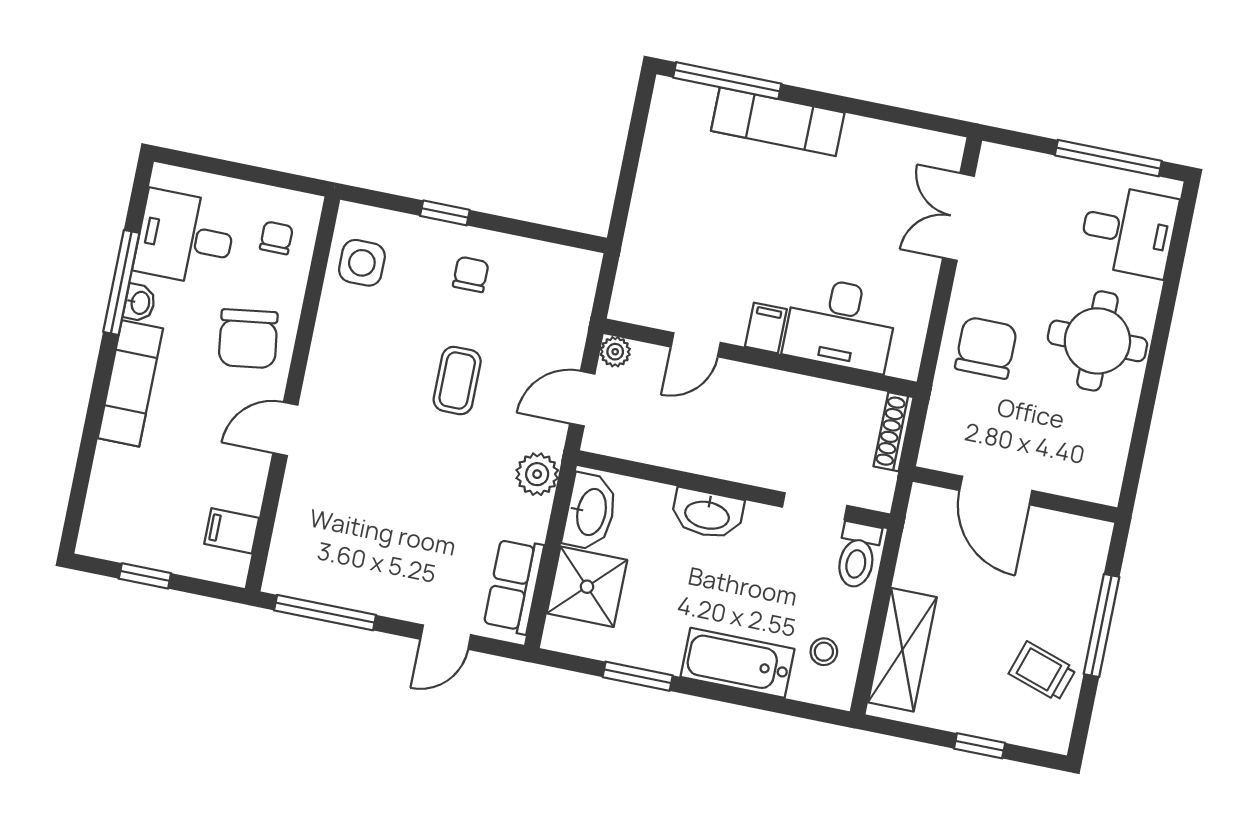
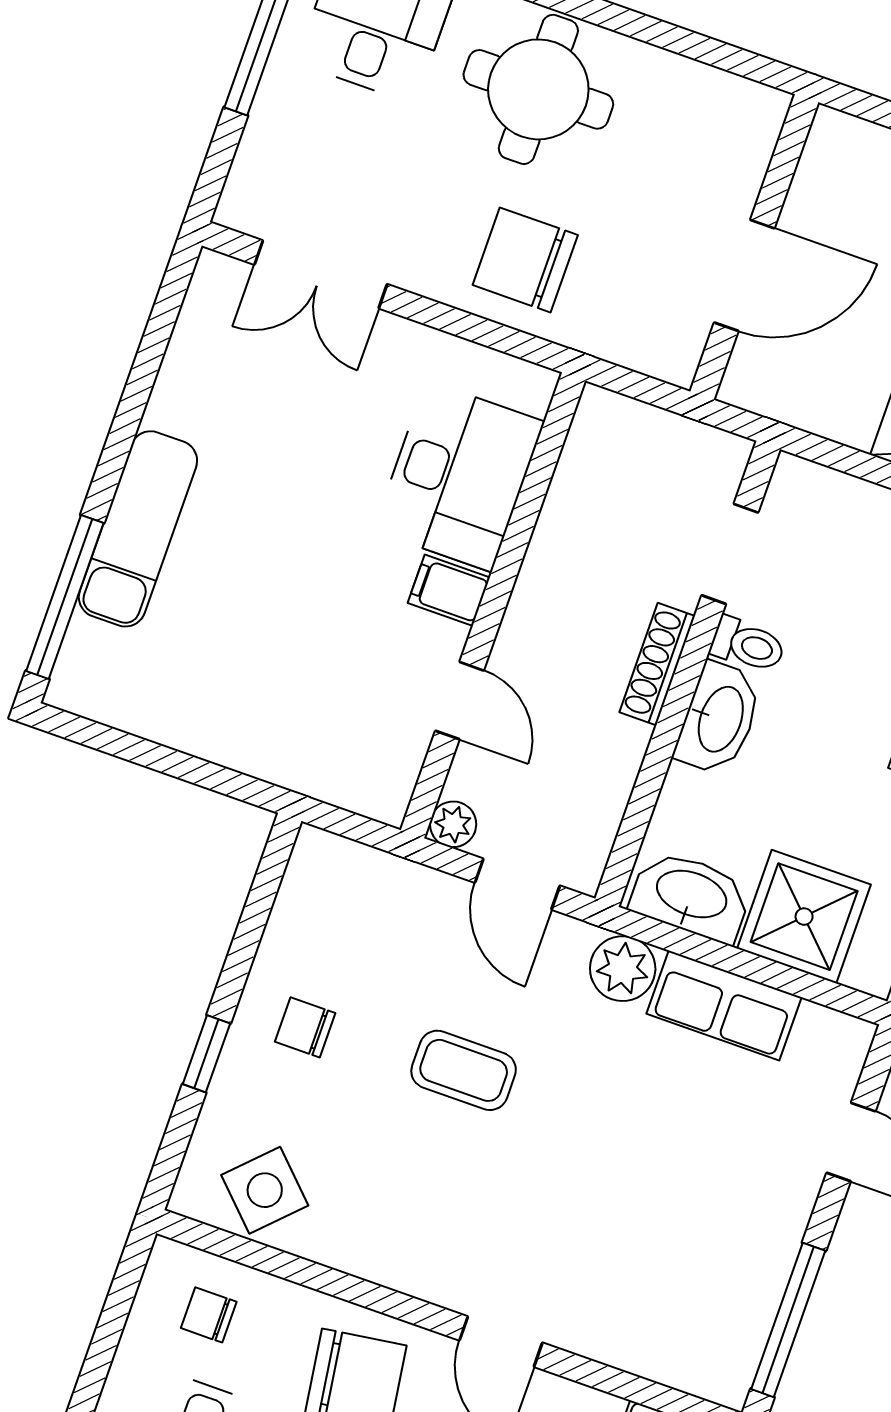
side table: (362, 263) -> (265, 1190), turned 45
shoe rack: (894, 432) -> (657, 664), moved, turned 90
toilet: (858, 555) -> (748, 645), moved, width x0.73, depth x0.72
row of seats: (514, 586) -> (724, 1005), moved

